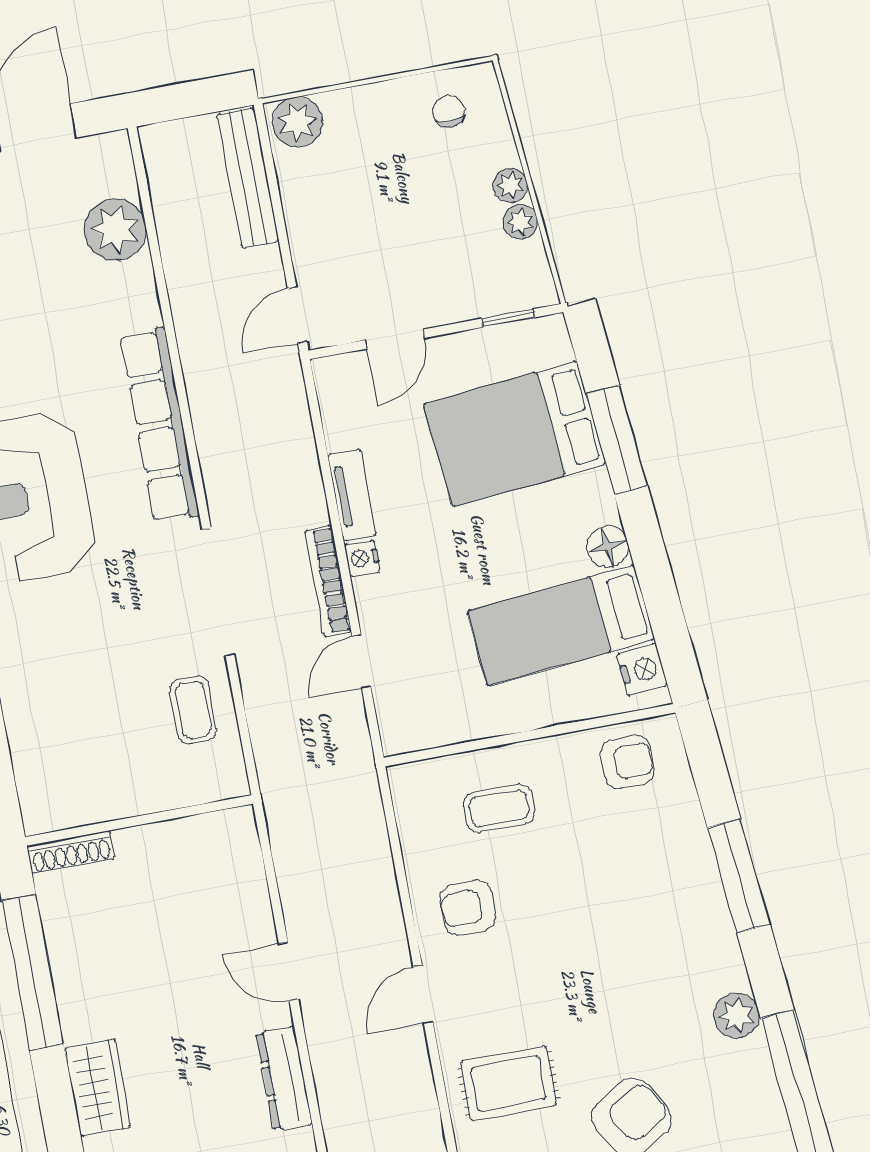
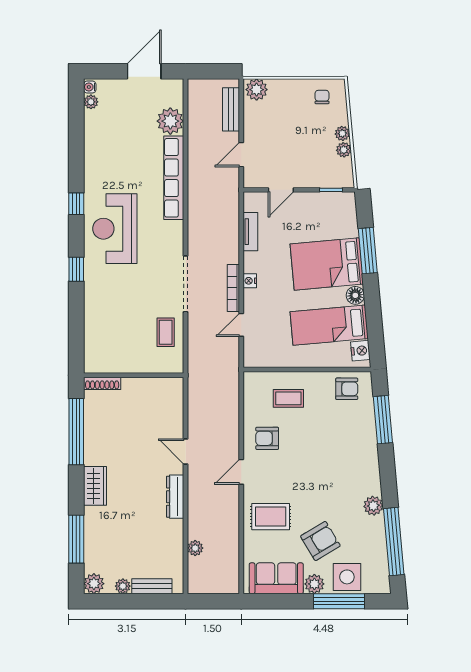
bench: (248, 178) -> (231, 109), width x0.73
door: (297, 315) -> (241, 155), moved
row of seats: (160, 425) -> (174, 178), moved
bed: (515, 434) -> (327, 264), moved
tv unit: (352, 495) -> (250, 232), moved
window: (739, 876) -> (383, 420), moved

